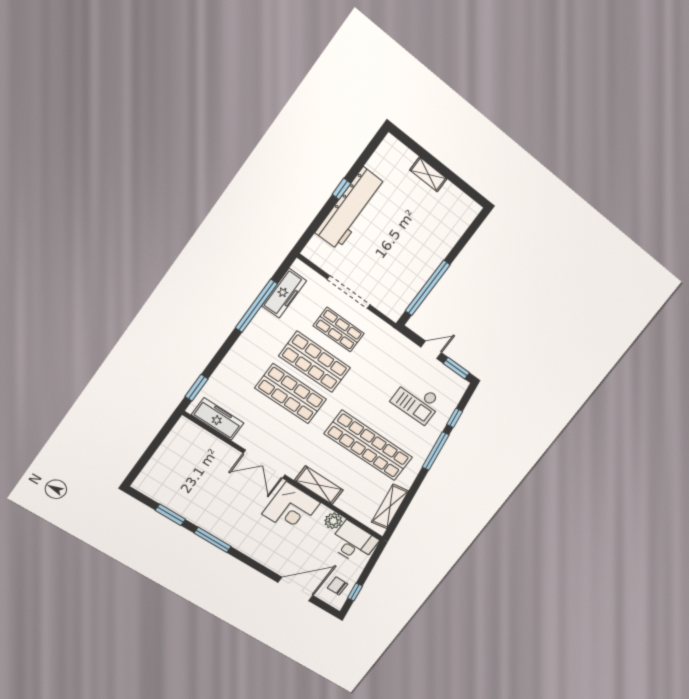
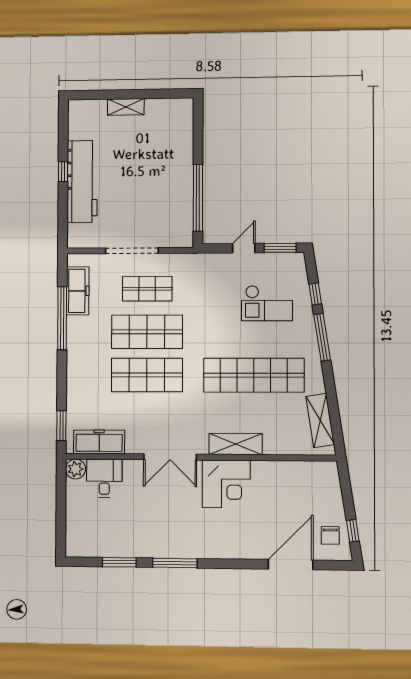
plant: (333, 521) -> (75, 469), moved
desk: (353, 543) -> (104, 478), moved, width x0.73
chair: (338, 586) -> (330, 535), turned -90

